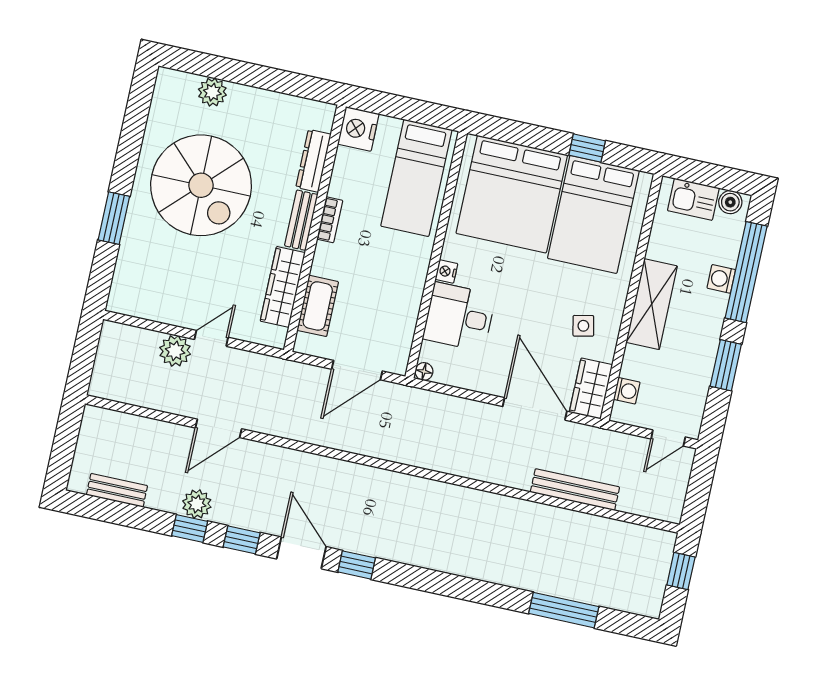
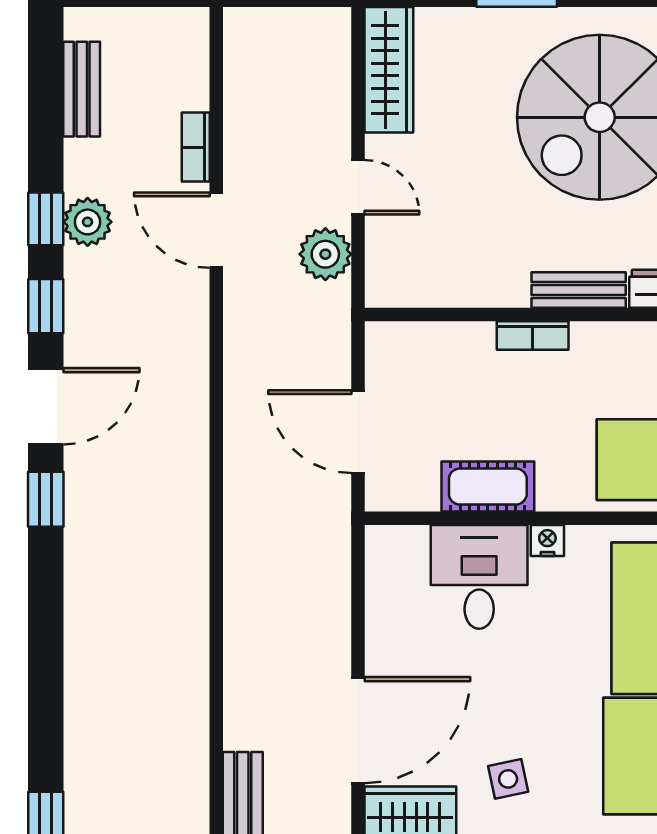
bookcase: (330, 220) -> (533, 336), moved
wardrobe: (283, 287) -> (389, 70), moved, turned 90
cot: (318, 306) -> (488, 487), moved
plant: (175, 351) -> (325, 254), moved
floor lamp: (424, 372) -> (379, 540), removed
bookcase: (166, 430) -> (196, 147), added

